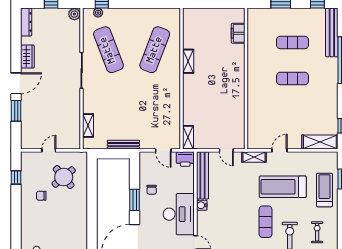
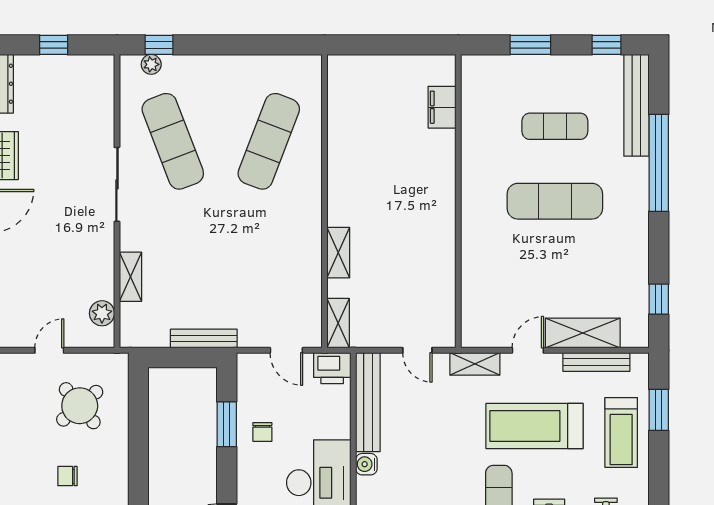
plant: (74, 14) -> (102, 313), moved
shelving: (188, 61) -> (338, 253), moved
exercise mat: (293, 79) -> (555, 201), width x1.36, depth x1.45
shelving: (88, 126) -> (130, 277), moved
shelving: (320, 142) -> (583, 333), moved
bench: (313, 156) -> (596, 362), added
treadmill: (324, 190) -> (621, 433), turned 180
chair: (41, 196) -> (67, 476), moved
window: (134, 200) -> (227, 424), moved

